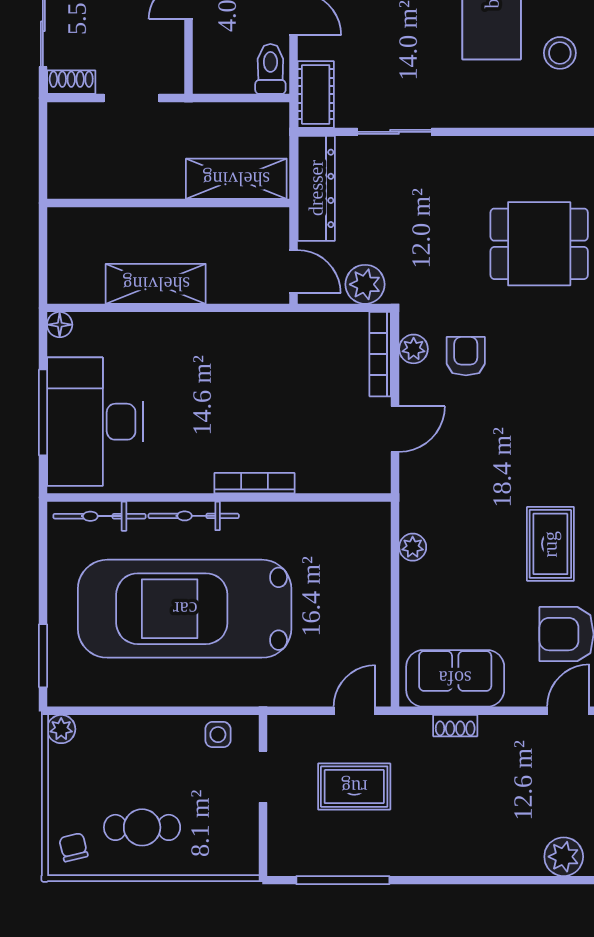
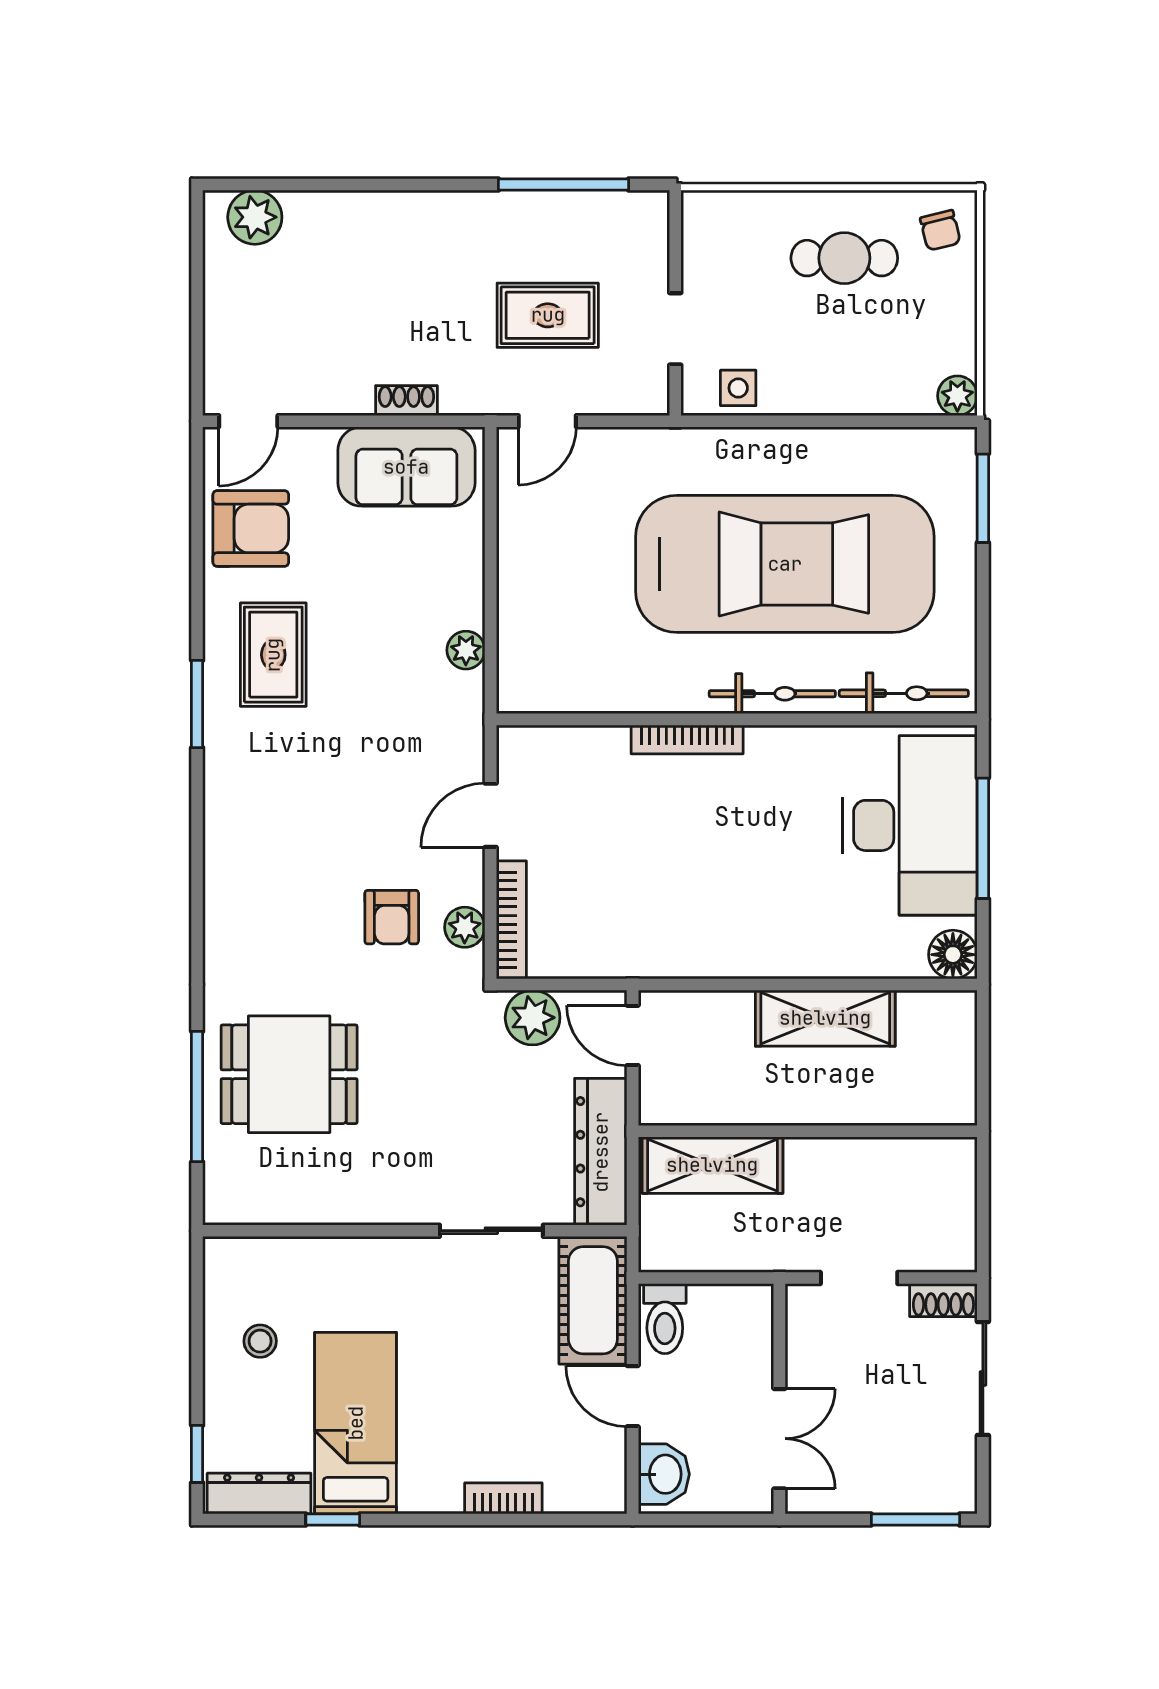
stool: (560, 53) -> (260, 1341), width x0.73, depth x0.73
cot: (316, 94) -> (593, 1300), width x1.37, depth x1.34
floor lamp: (60, 325) -> (953, 955), width x1.37, depth x1.37

